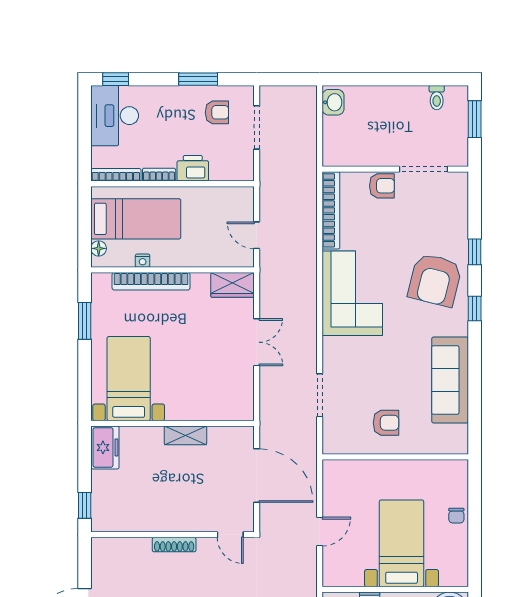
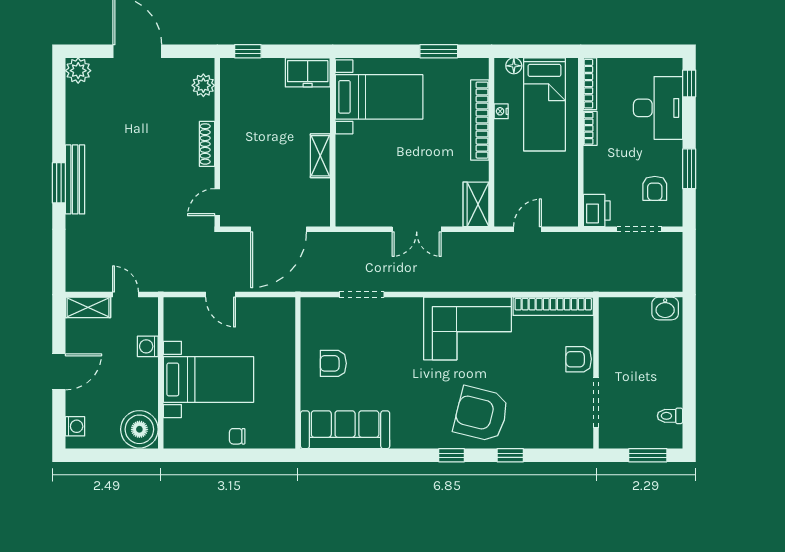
desk: (115, 116) -> (658, 108), moved, turned 90
printer: (193, 168) -> (597, 211), moved
armchair: (382, 186) -> (579, 359), turned 90
sofa: (450, 380) -> (345, 430), moved
armchair: (386, 423) -> (333, 363), turned 90
plant: (117, 548) -> (203, 85), added

